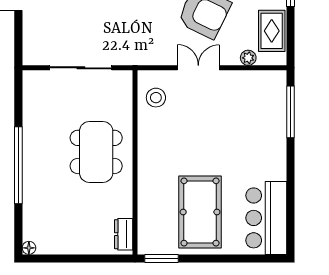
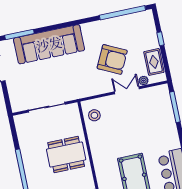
double door: (198, 68) -> (127, 90), moved
dining table: (96, 152) -> (66, 154), turned 90

